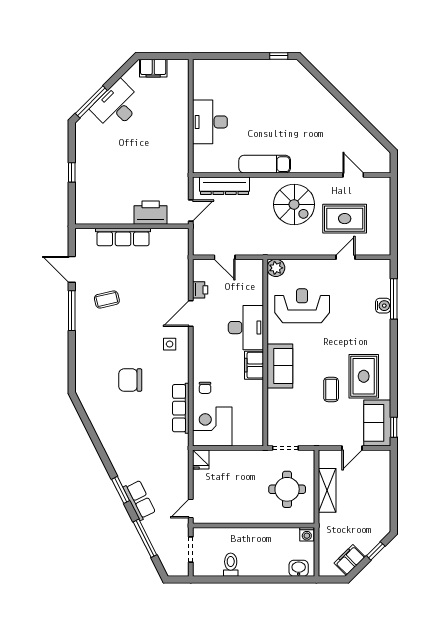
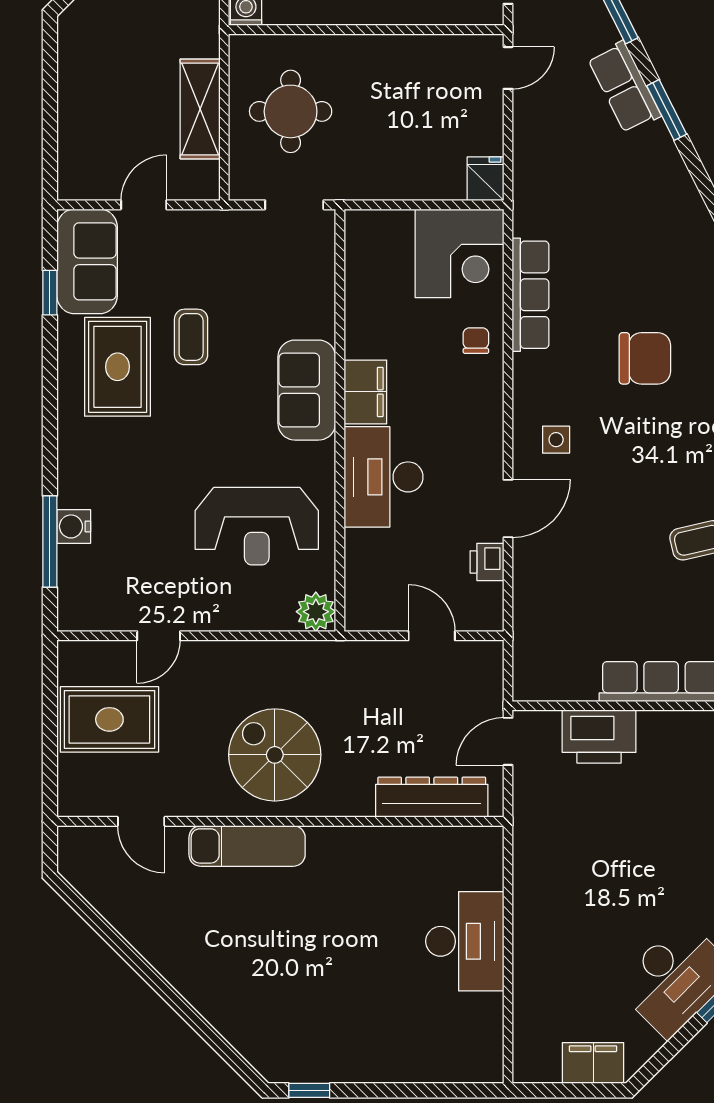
exam couch: (265, 164) -> (247, 846), moved
rug: (345, 219) -> (109, 719), moved
window: (394, 427) -> (50, 293), moved

